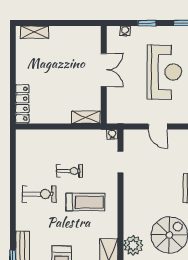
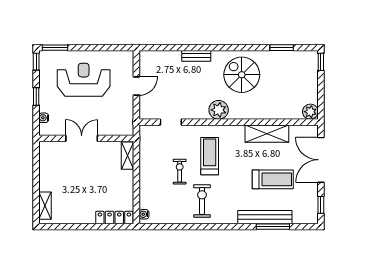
water cooler: (112, 134) -> (144, 214), moved
plant: (133, 245) -> (219, 110), moved

